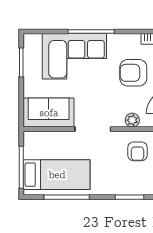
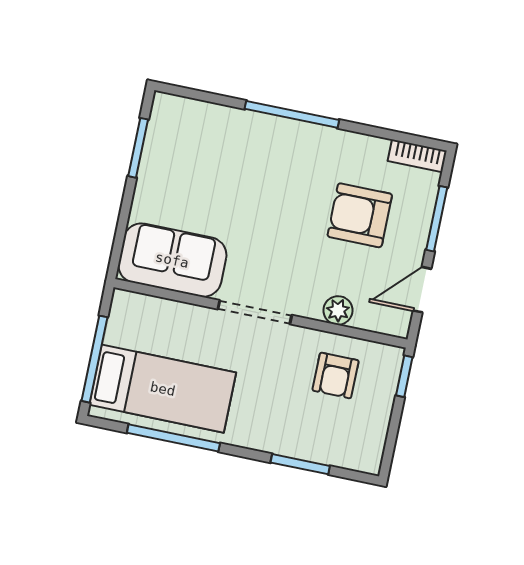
corner sofa: (74, 56) -> (248, 157), removed

